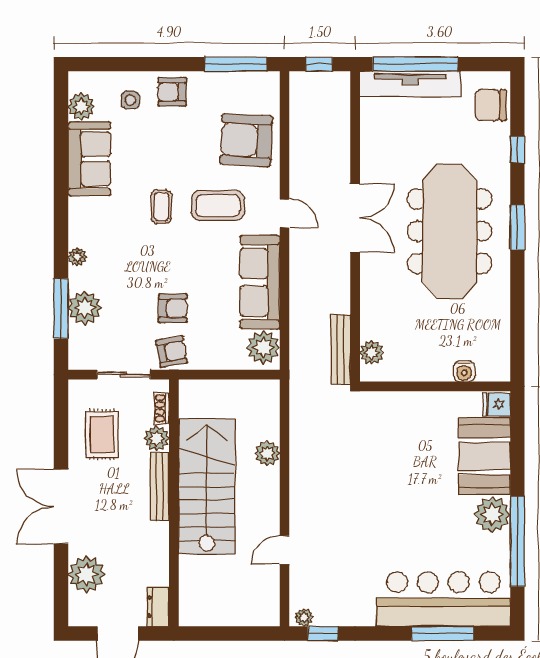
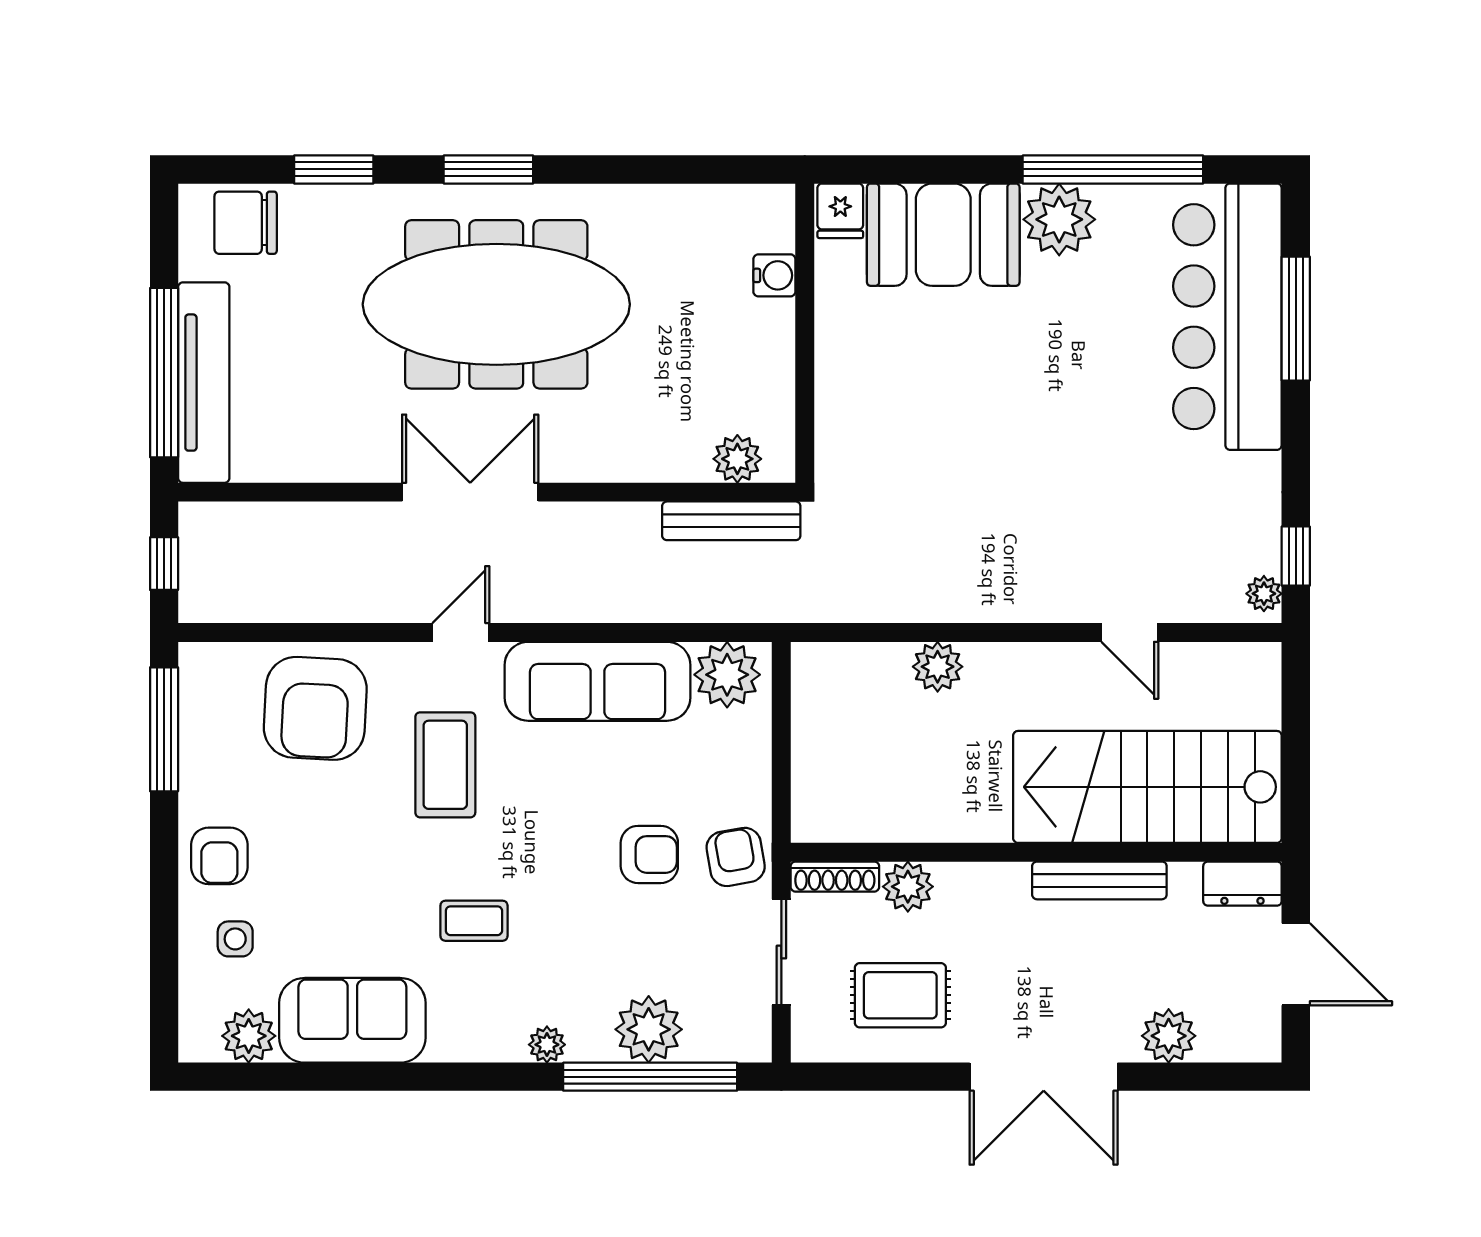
chair: (491, 105) -> (246, 223), turned 90
window: (517, 149) -> (334, 169), width x1.50
coffee table: (161, 207) -> (474, 921), moved
armchair: (173, 308) -> (649, 854), turned 90
window: (61, 309) -> (650, 1077), width x1.46
shoe rack: (162, 408) -> (835, 877), width x1.43
bench: (160, 487) -> (1099, 880), moved
stairs: (207, 487) -> (1147, 787), moved
plant: (86, 574) -> (1169, 1036), width x0.73, depth x0.73

